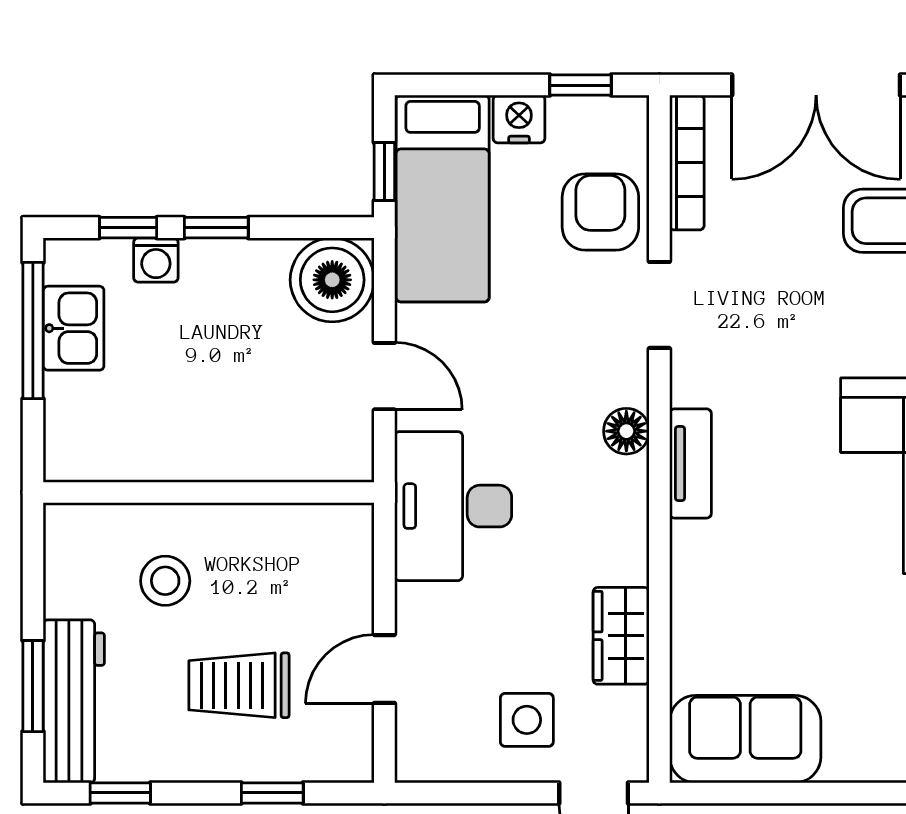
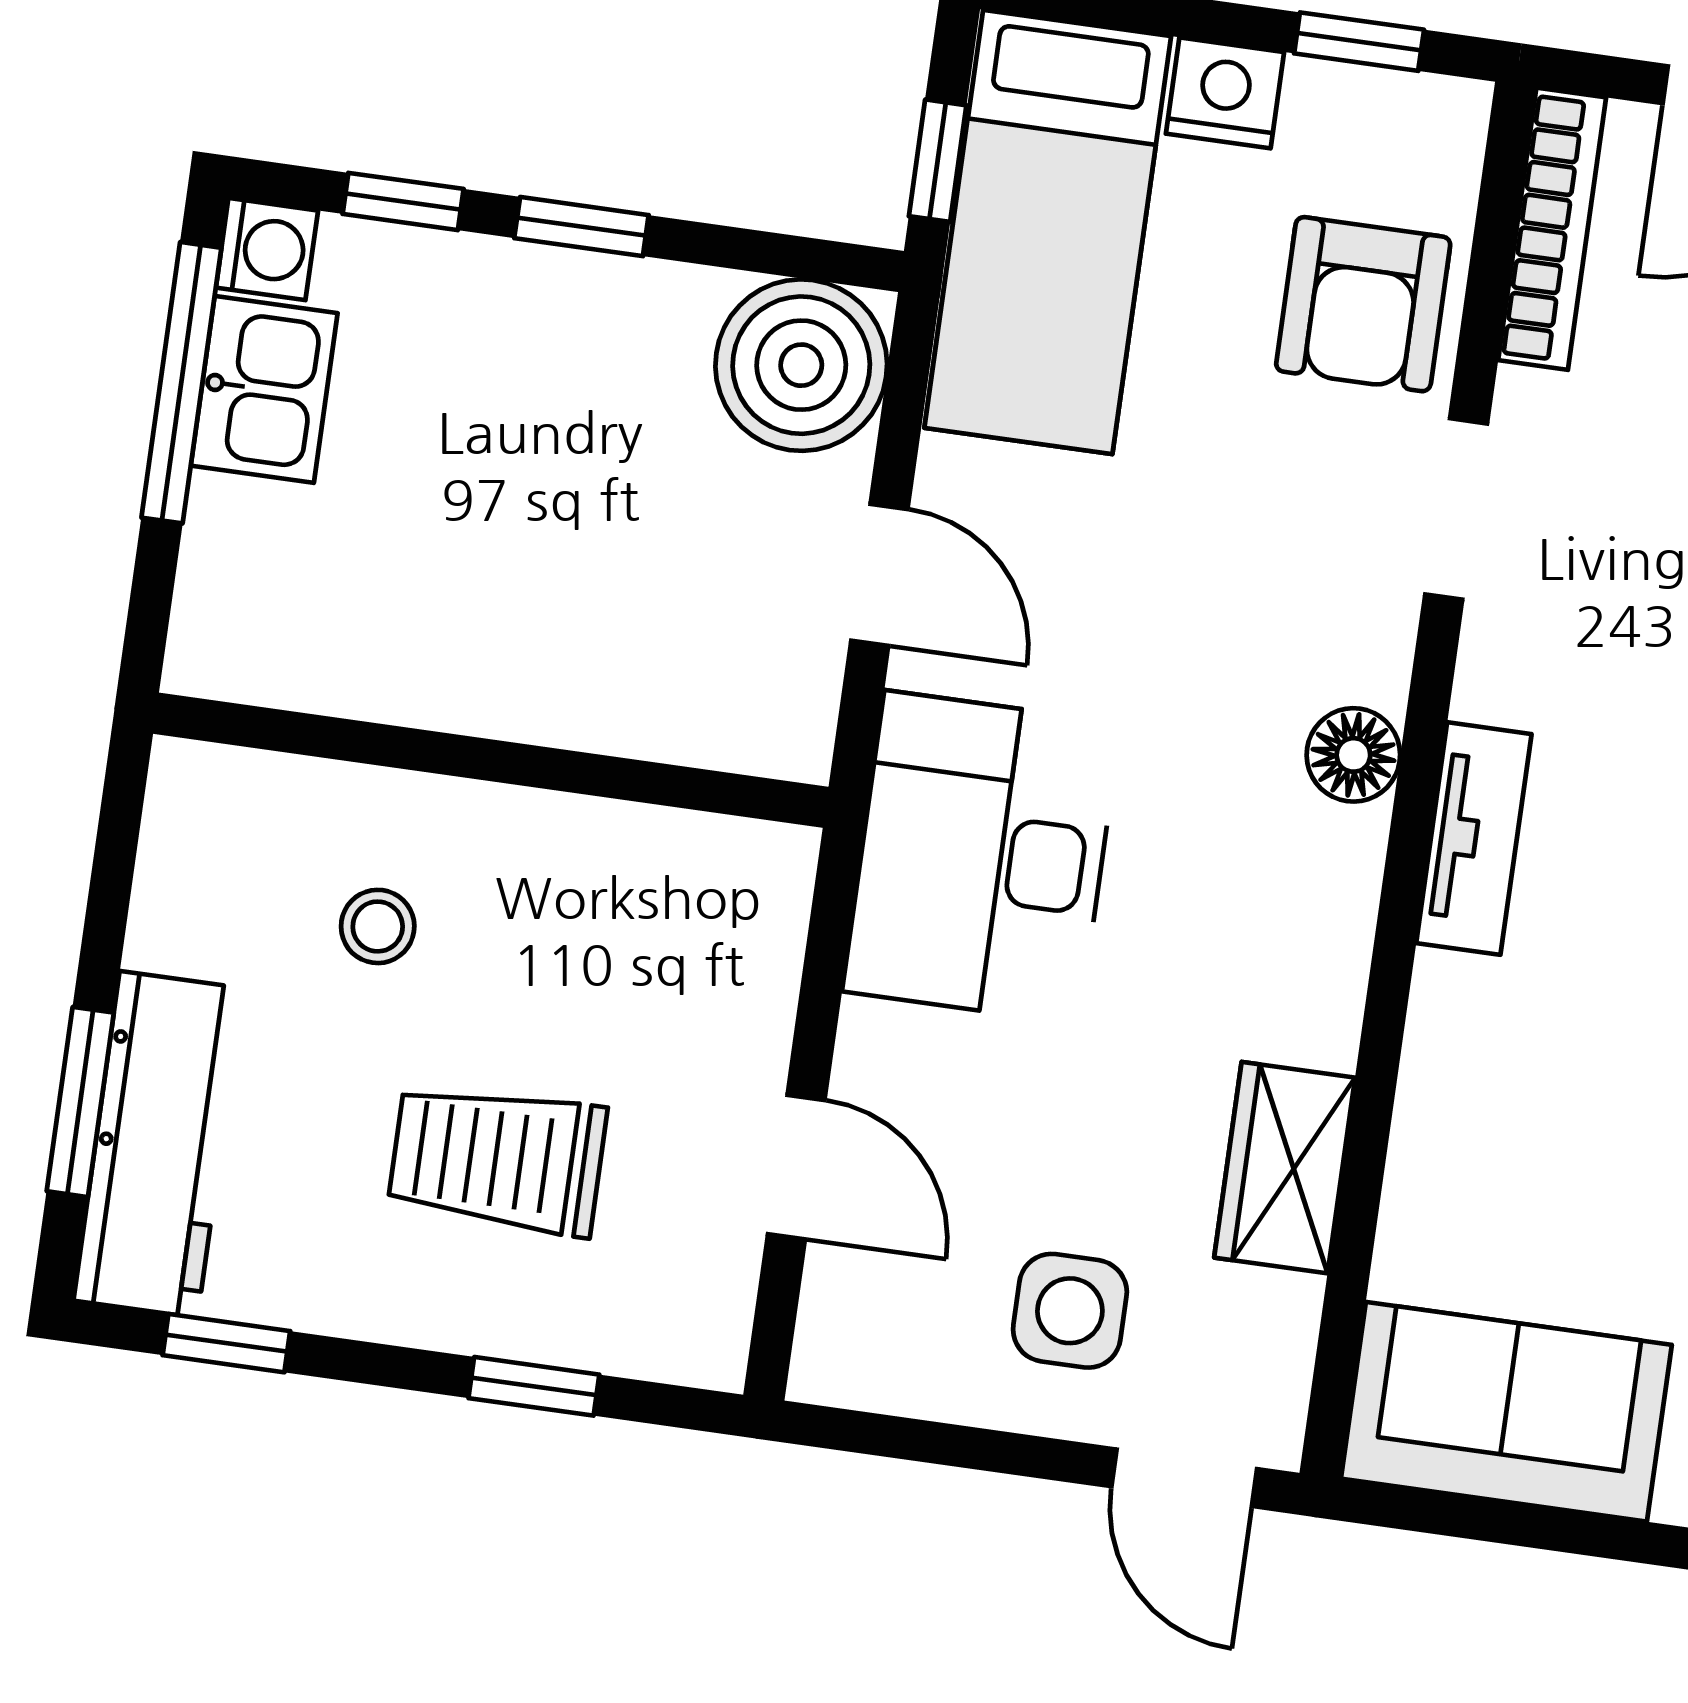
armchair: (600, 212) -> (1363, 304), turned 180
washing machine: (156, 260) -> (267, 249), moved, turned -90
stool: (165, 581) -> (378, 926), width x0.73, depth x0.73
door: (384, 669) -> (796, 1167), swing flipped

